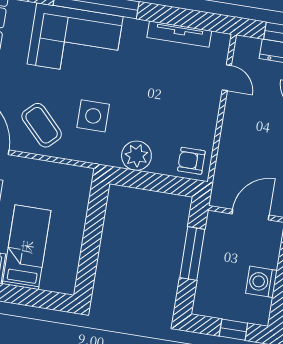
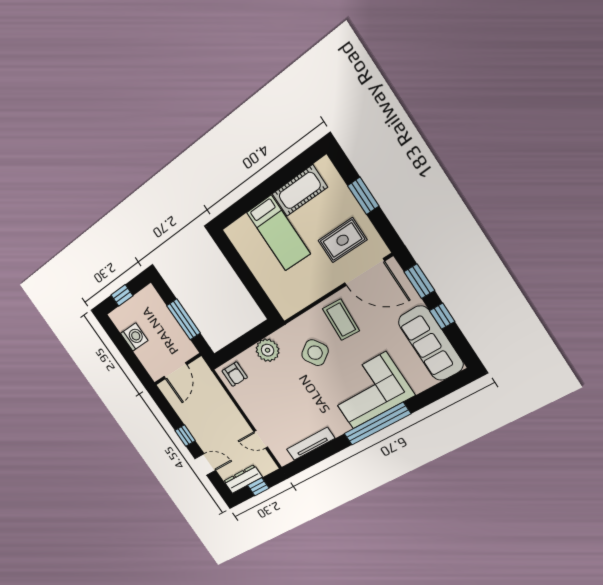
side table: (93, 116) -> (315, 353), turned -34
coffee table: (42, 125) -> (341, 320), turned 47
armchair: (191, 161) -> (235, 374), turned 90

